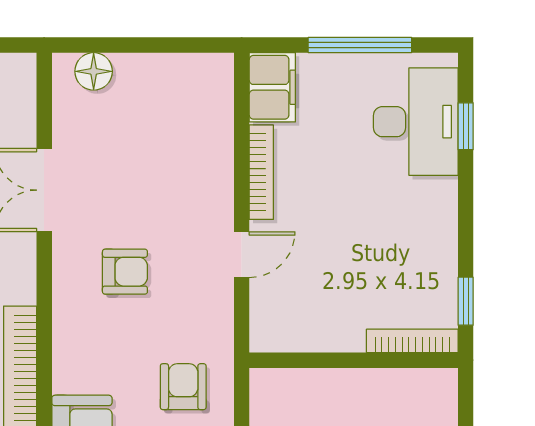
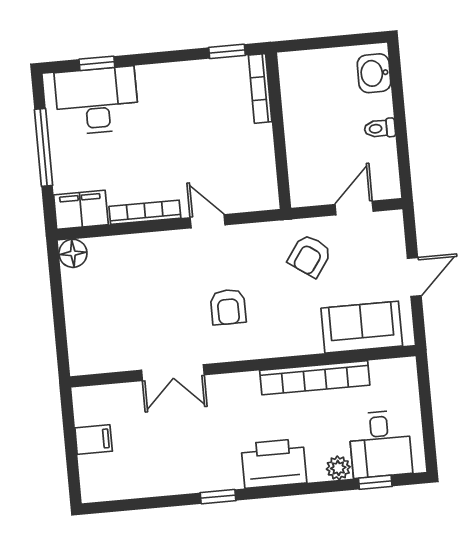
floor lamp: (94, 71) -> (73, 253), moved
armchair: (125, 272) -> (228, 307), turned 180
armchair: (183, 387) -> (310, 256), turned -55

